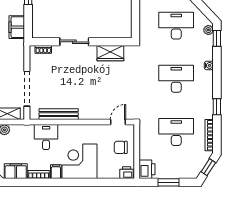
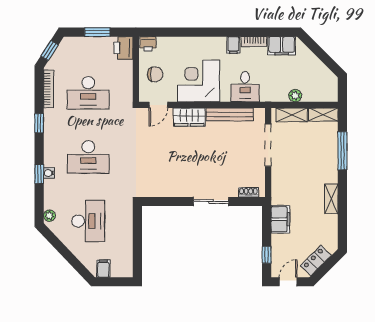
desk: (176, 26) -> (88, 221), turned -90
window: (217, 38) -> (39, 174), moved
wardrobe: (110, 53) -> (189, 117), moved, turned 180
corner desk: (79, 161) -> (199, 81), moved, turned 180

